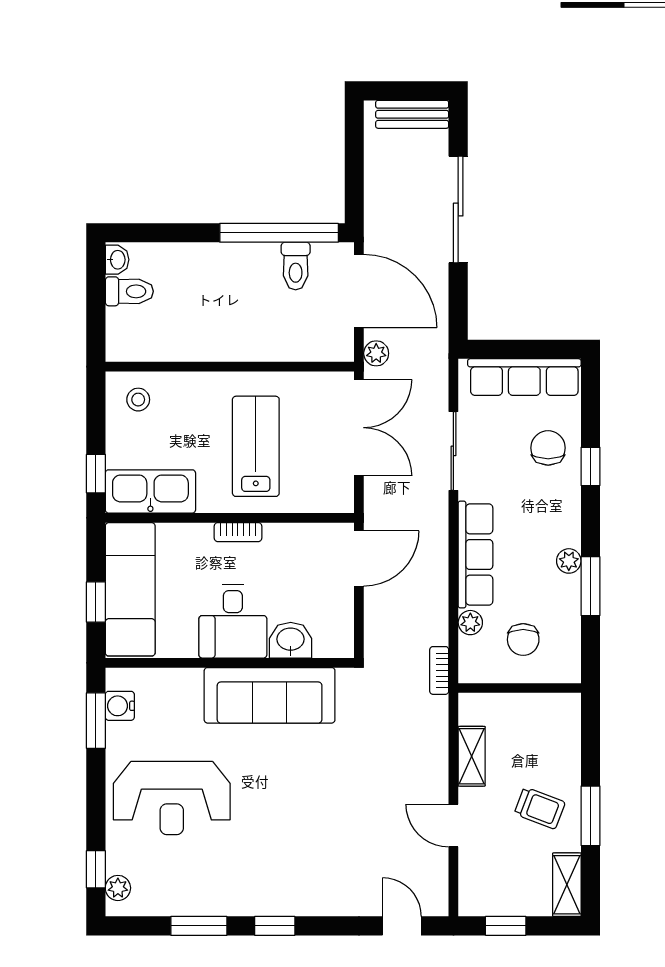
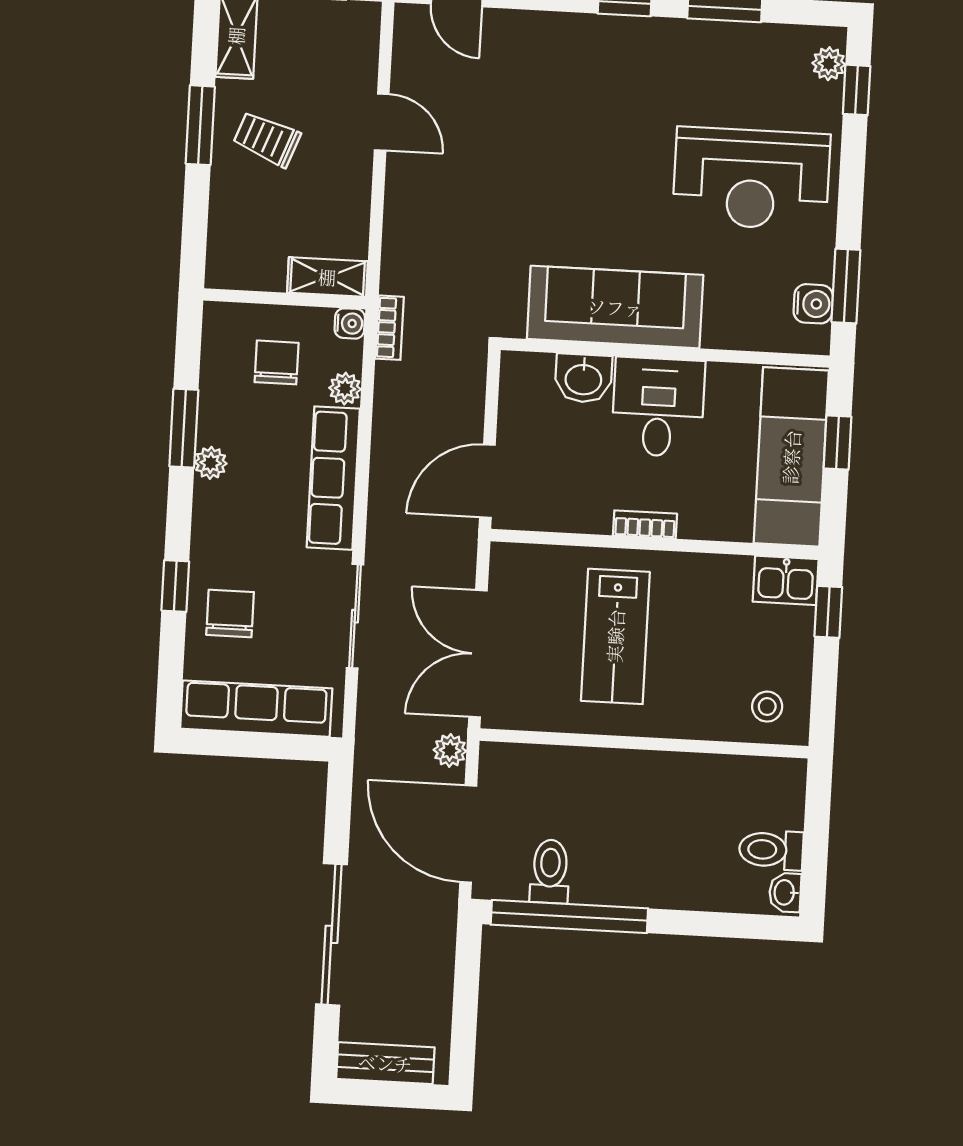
chair: (548, 448) -> (230, 613), turned 180
kitchen sink: (150, 491) -> (786, 580), width x0.53, depth x0.81
water cooler: (469, 672) -> (350, 323), added
shelving: (472, 756) -> (327, 277), moved, turned 90
reception desk: (172, 798) -> (751, 179), turned 180

